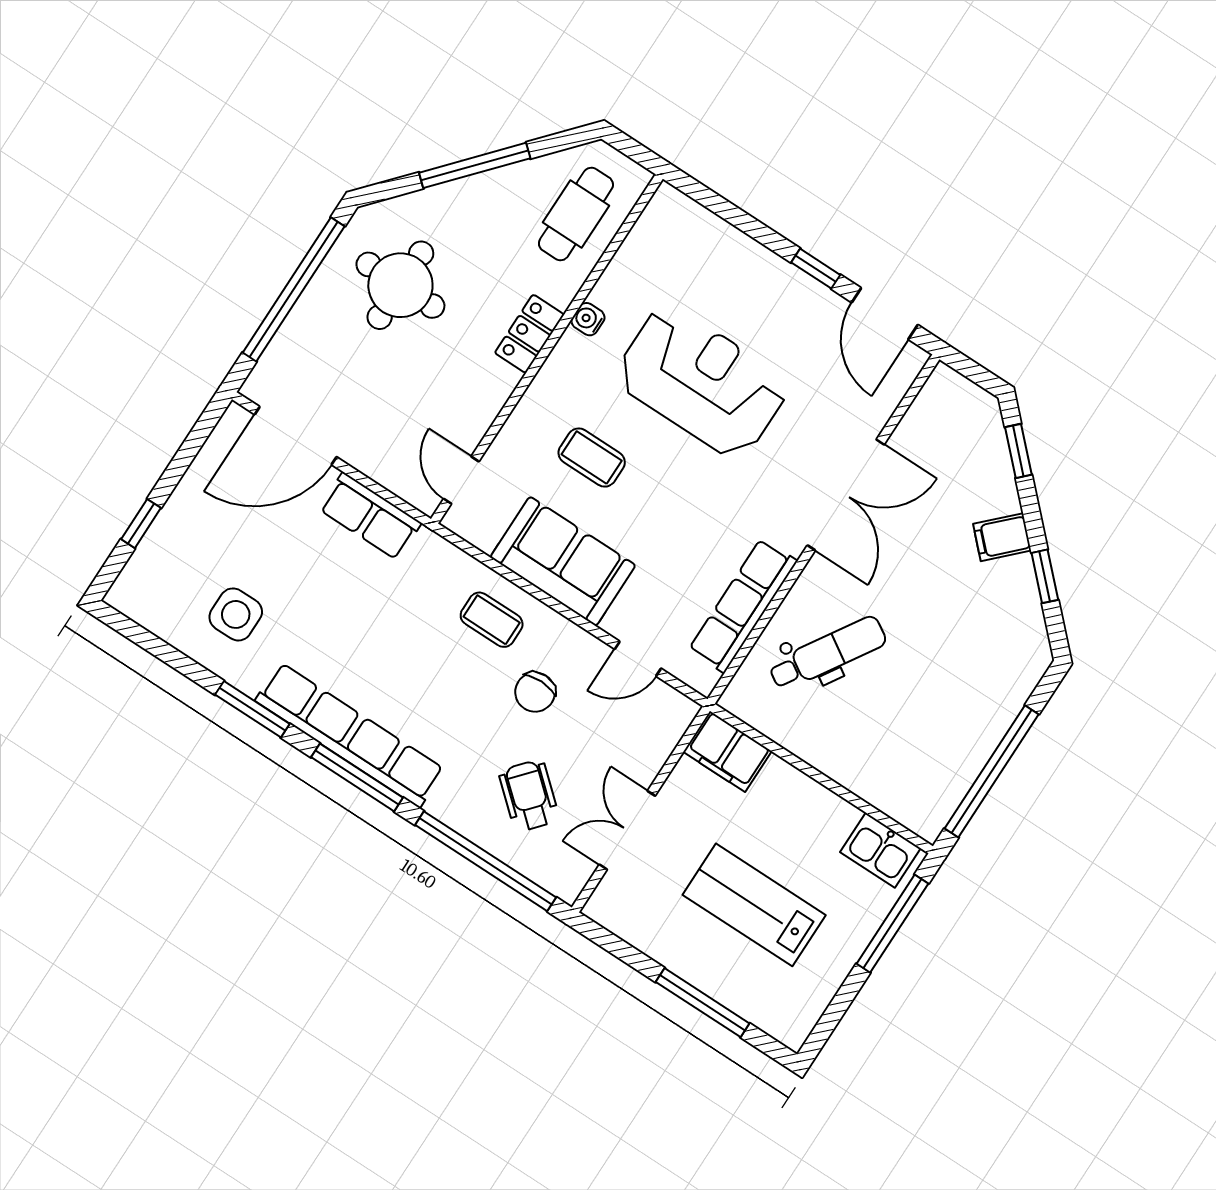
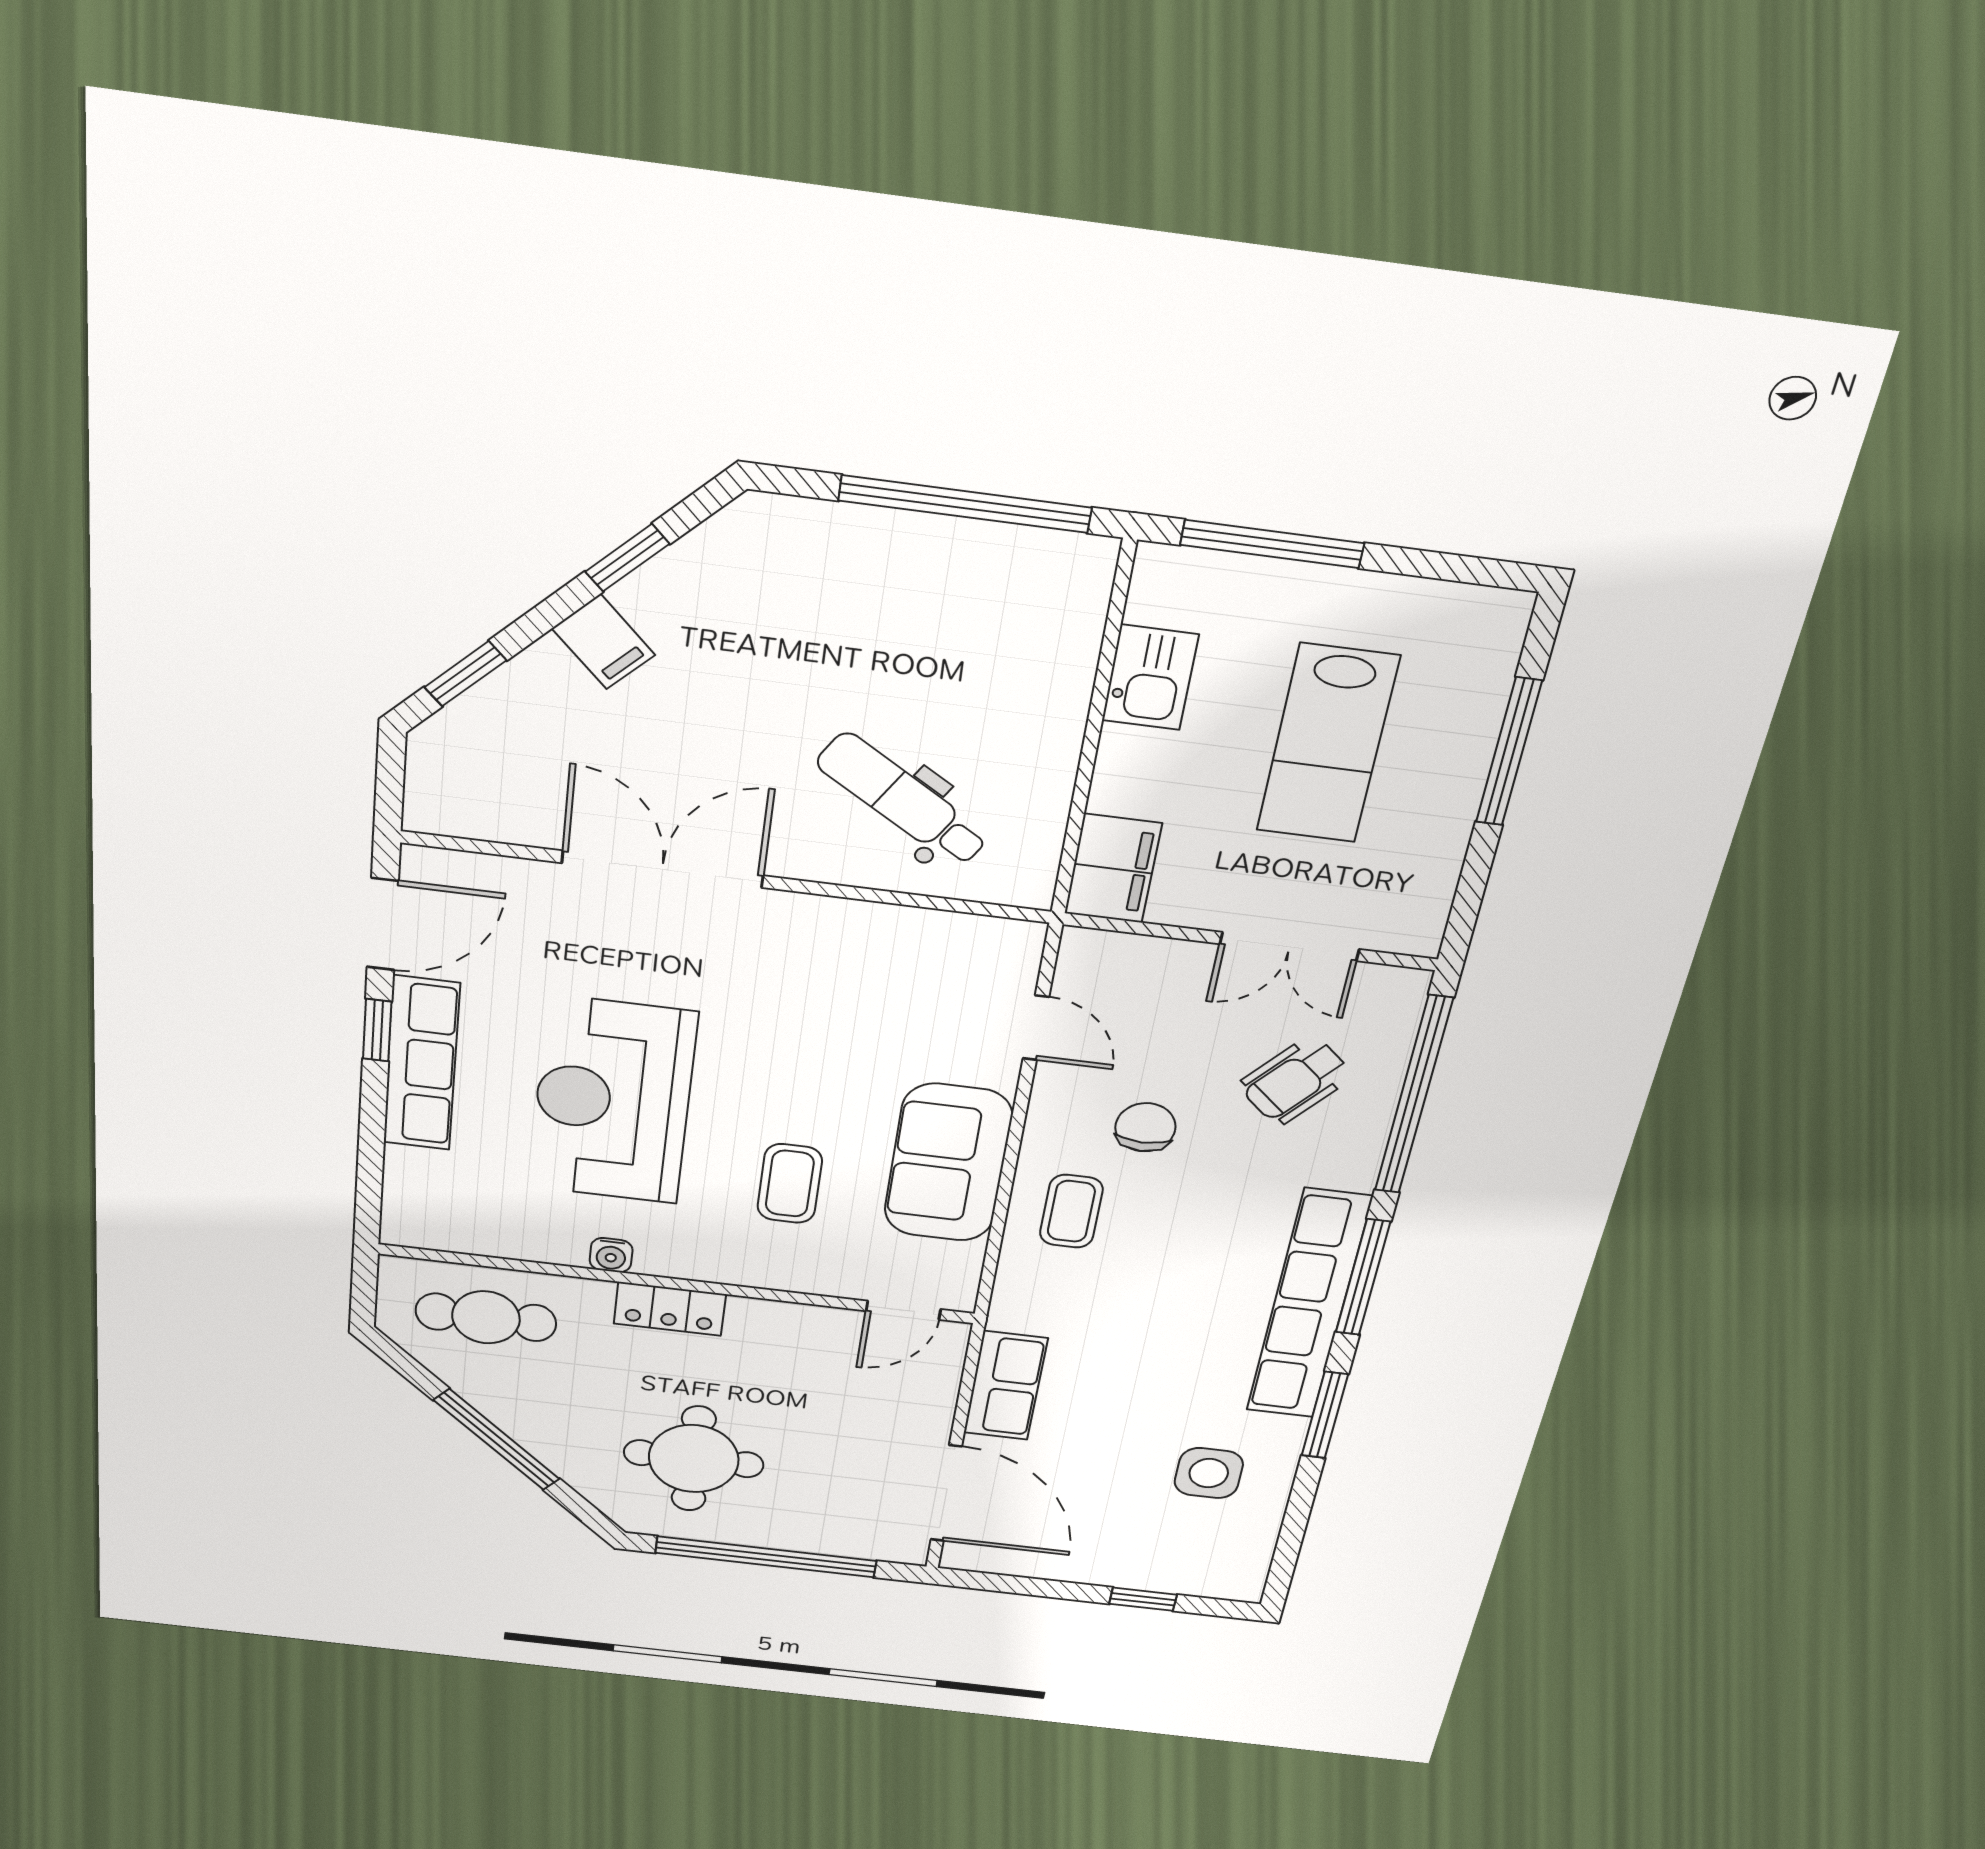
row of seats: (743, 605) -> (421, 1064), moved, turned -90
chair: (535, 692) -> (1145, 1127), turned -90
kitchen sink: (880, 850) -> (1150, 677), moved

